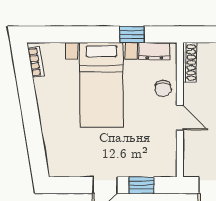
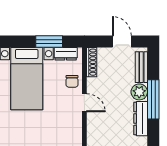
window: (132, 34) -> (49, 41), width x1.50

